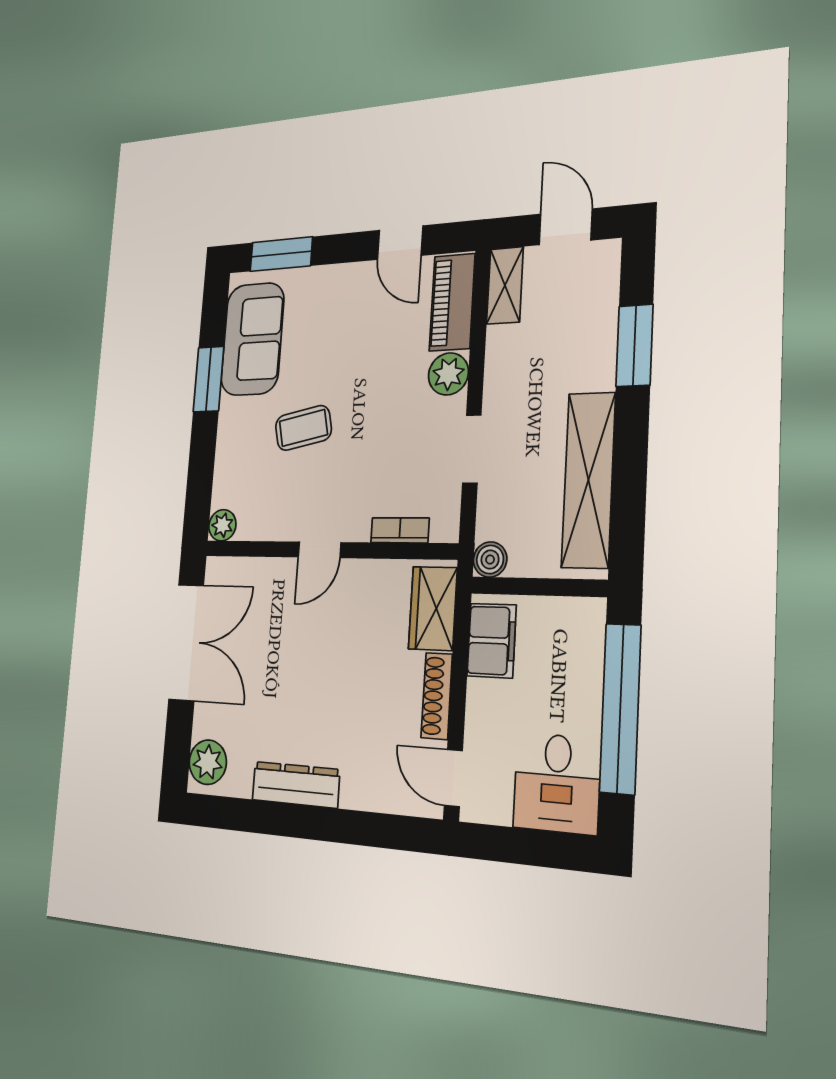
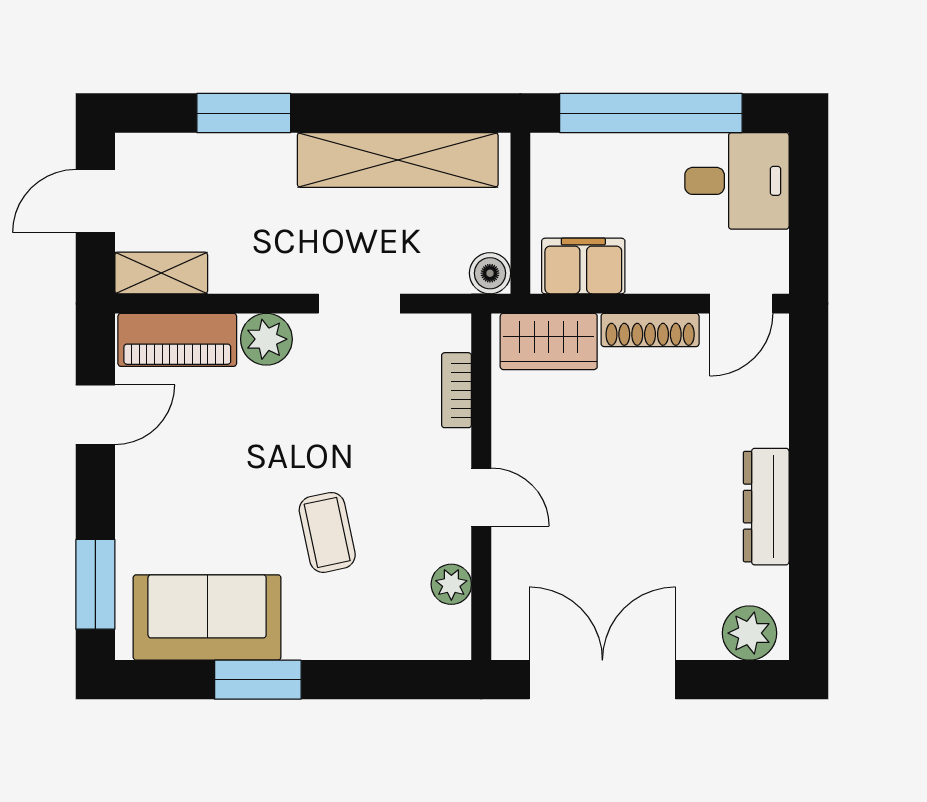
plant: (222, 525) -> (451, 584), moved

